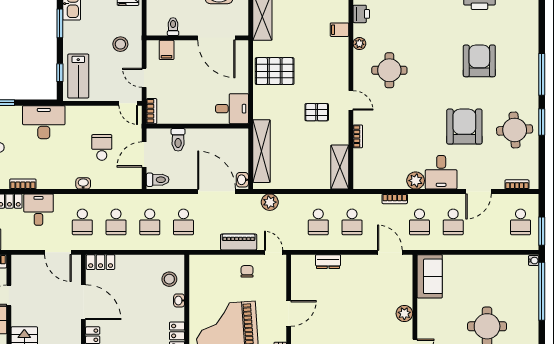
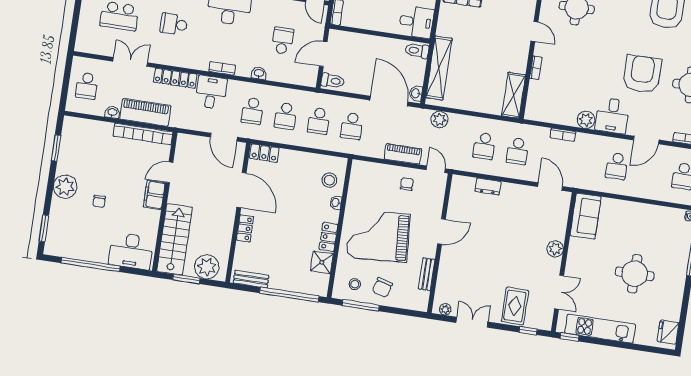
pallet: (317, 112) -> (499, 38), removed
toilet: (178, 140) -> (417, 51), moved, turned 90
bookcase: (23, 184) -> (222, 68), moved
school desk: (419, 222) -> (584, 161), removed

